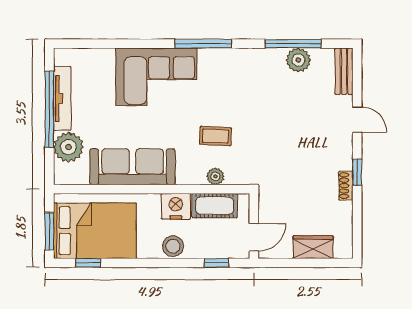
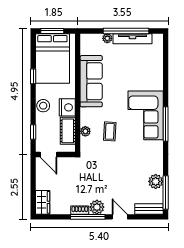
window: (293, 44) -> (166, 192), moved
corner sofa: (156, 77) -> (146, 115), moved
door: (357, 120) -> (120, 217), swing flipped
plant: (68, 147) -> (107, 38), width x0.53, depth x0.53
plant: (341, 157) -> (97, 207), added
window: (357, 172) -> (88, 217), width x2.17
wardrobe: (313, 247) -> (43, 202), moved
window: (88, 263) -> (33, 76), moved

